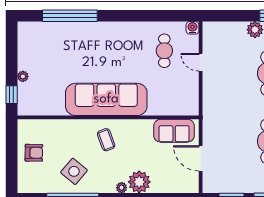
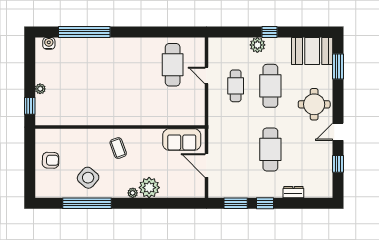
water cooler: (193, 28) -> (49, 43), moved
cafe table: (164, 51) -> (173, 65), width x1.37, depth x1.35
cafe table: (232, 73) -> (236, 86), added
sofa: (106, 99) -> (118, 110), removed

